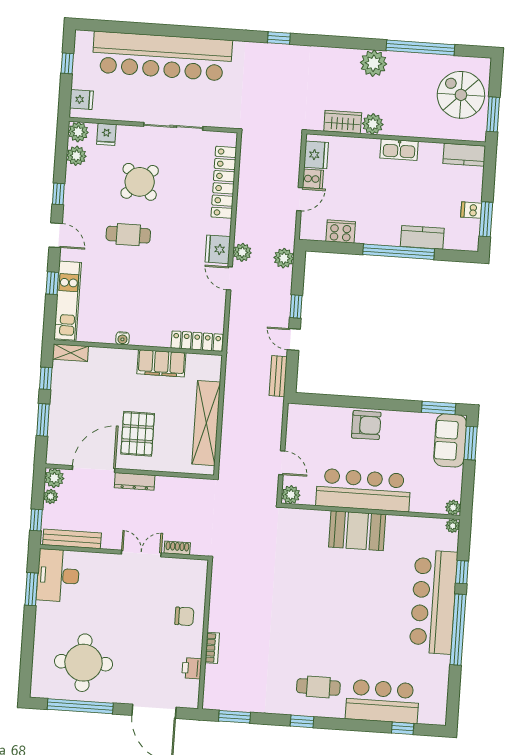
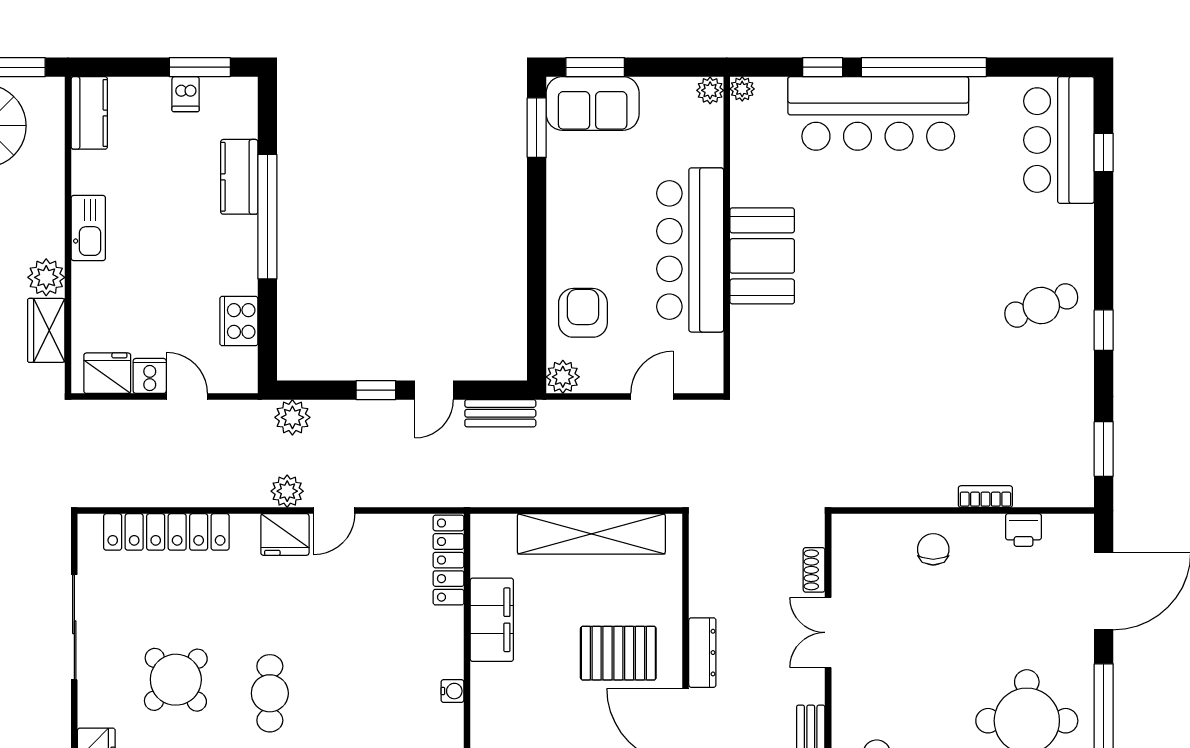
armchair: (366, 425) -> (583, 313), moved
plant: (291, 495) -> (563, 377), moved
cafe table: (318, 687) -> (1041, 305), turned 70
bar counter: (382, 701) -> (1059, 140), moved

